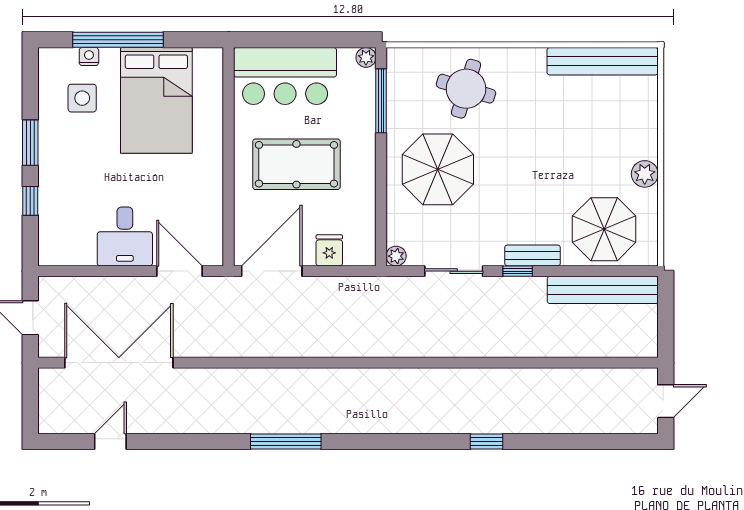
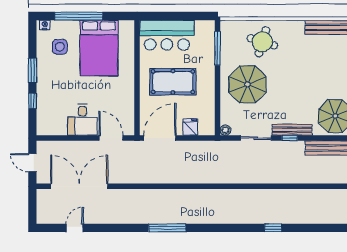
nightstand: (89, 57) -> (45, 25), moved
plant: (366, 57) -> (210, 25), removed
bench: (533, 255) -> (292, 130), width x1.36

